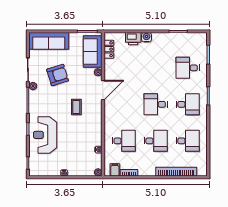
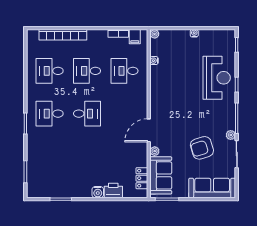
desk: (188, 68) -> (50, 156), removed
coffee table: (76, 107) -> (180, 110), removed

